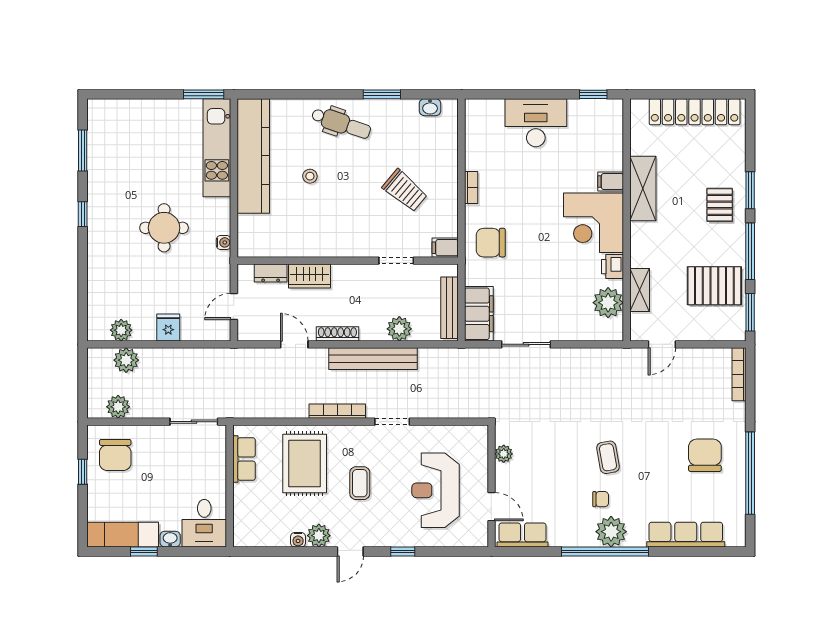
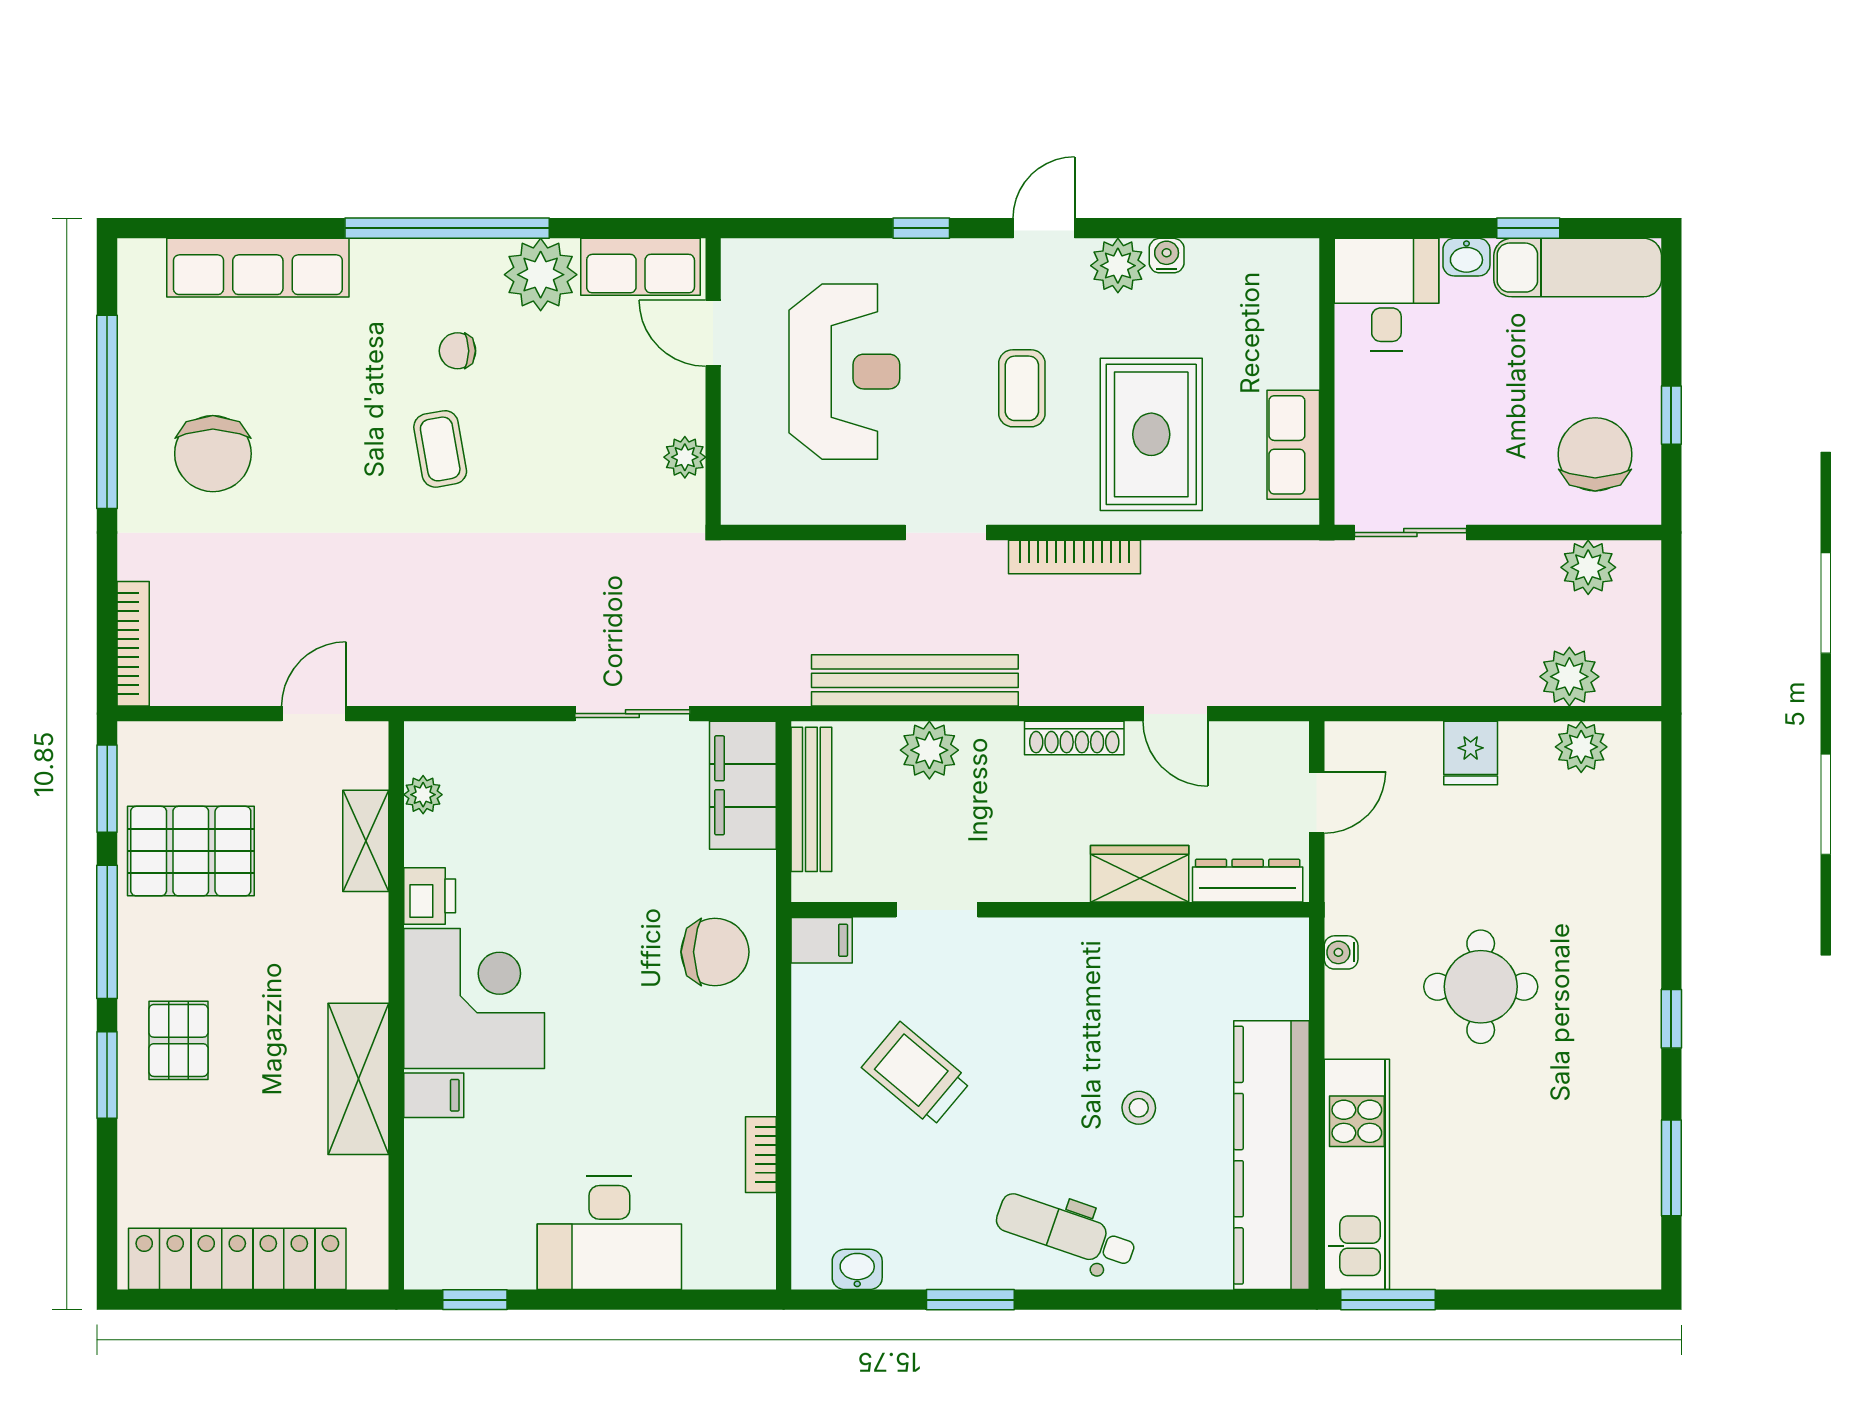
bookcase: (471, 187) -> (761, 1155), moved
dresser: (271, 273) -> (1248, 881), width x1.44
plant: (608, 303) -> (423, 795), width x0.53, depth x0.53
bench: (373, 359) -> (915, 680), moved
plant: (611, 532) -> (541, 275), moved

